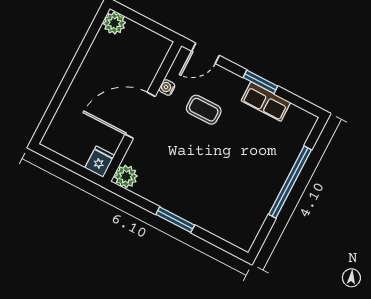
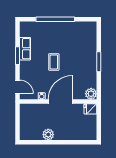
plant: (114, 23) -> (48, 135), moved
coffee table: (204, 110) -> (54, 62), moved
door: (140, 115) -> (60, 102), swing flipped

